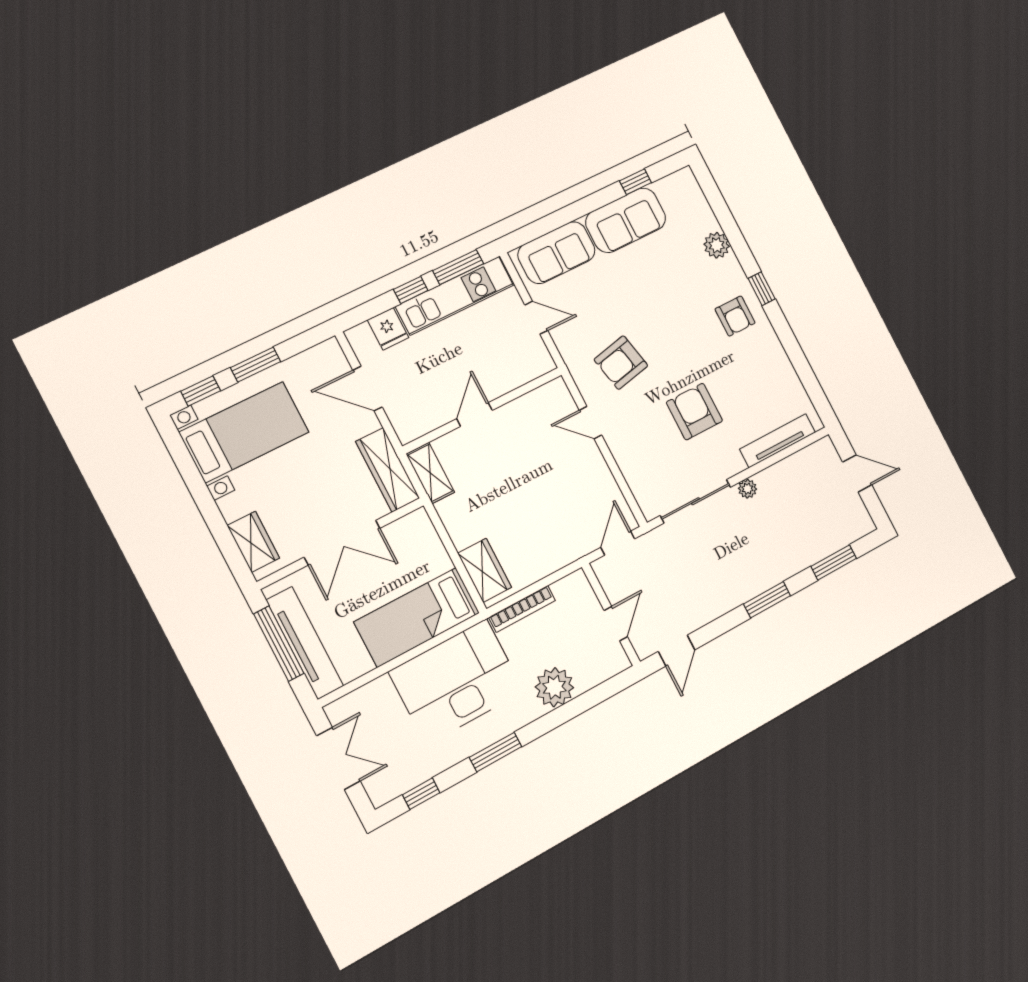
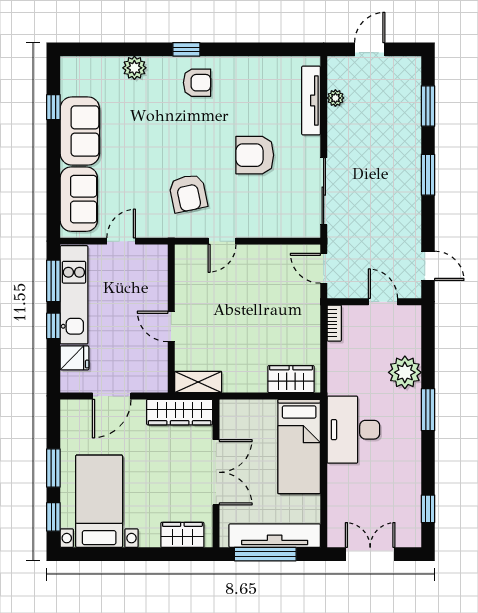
plant: (747, 489) -> (335, 98), moved
bookcase: (522, 609) -> (334, 323), moved, width x0.64
desk: (456, 681) -> (353, 430), width x0.73, depth x0.77
window: (496, 752) -> (428, 410), moved

